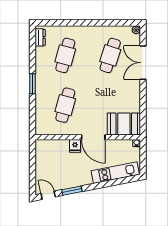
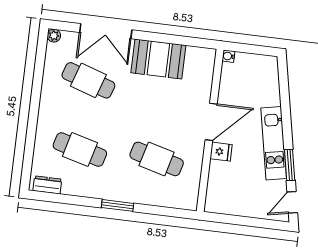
booth: (124, 124) -> (158, 59), moved, turned 90
kitchen unit: (115, 173) -> (274, 143), moved

